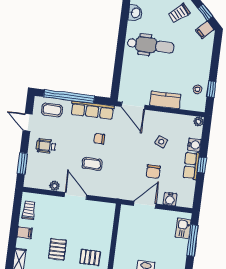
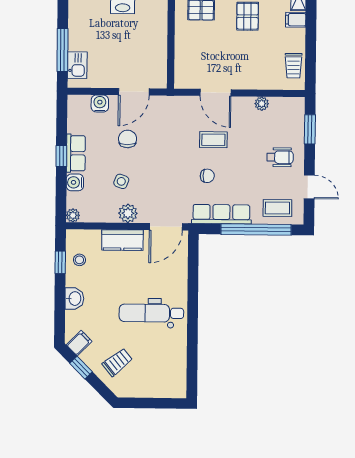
washbasin: (135, 13) -> (74, 299), moved, turned 180
door: (133, 106) -> (166, 227), swing flipped
plant: (159, 118) -> (128, 213), added
door: (76, 196) -> (215, 93), moved
filing cabinet: (25, 233) -> (296, 20), moved

